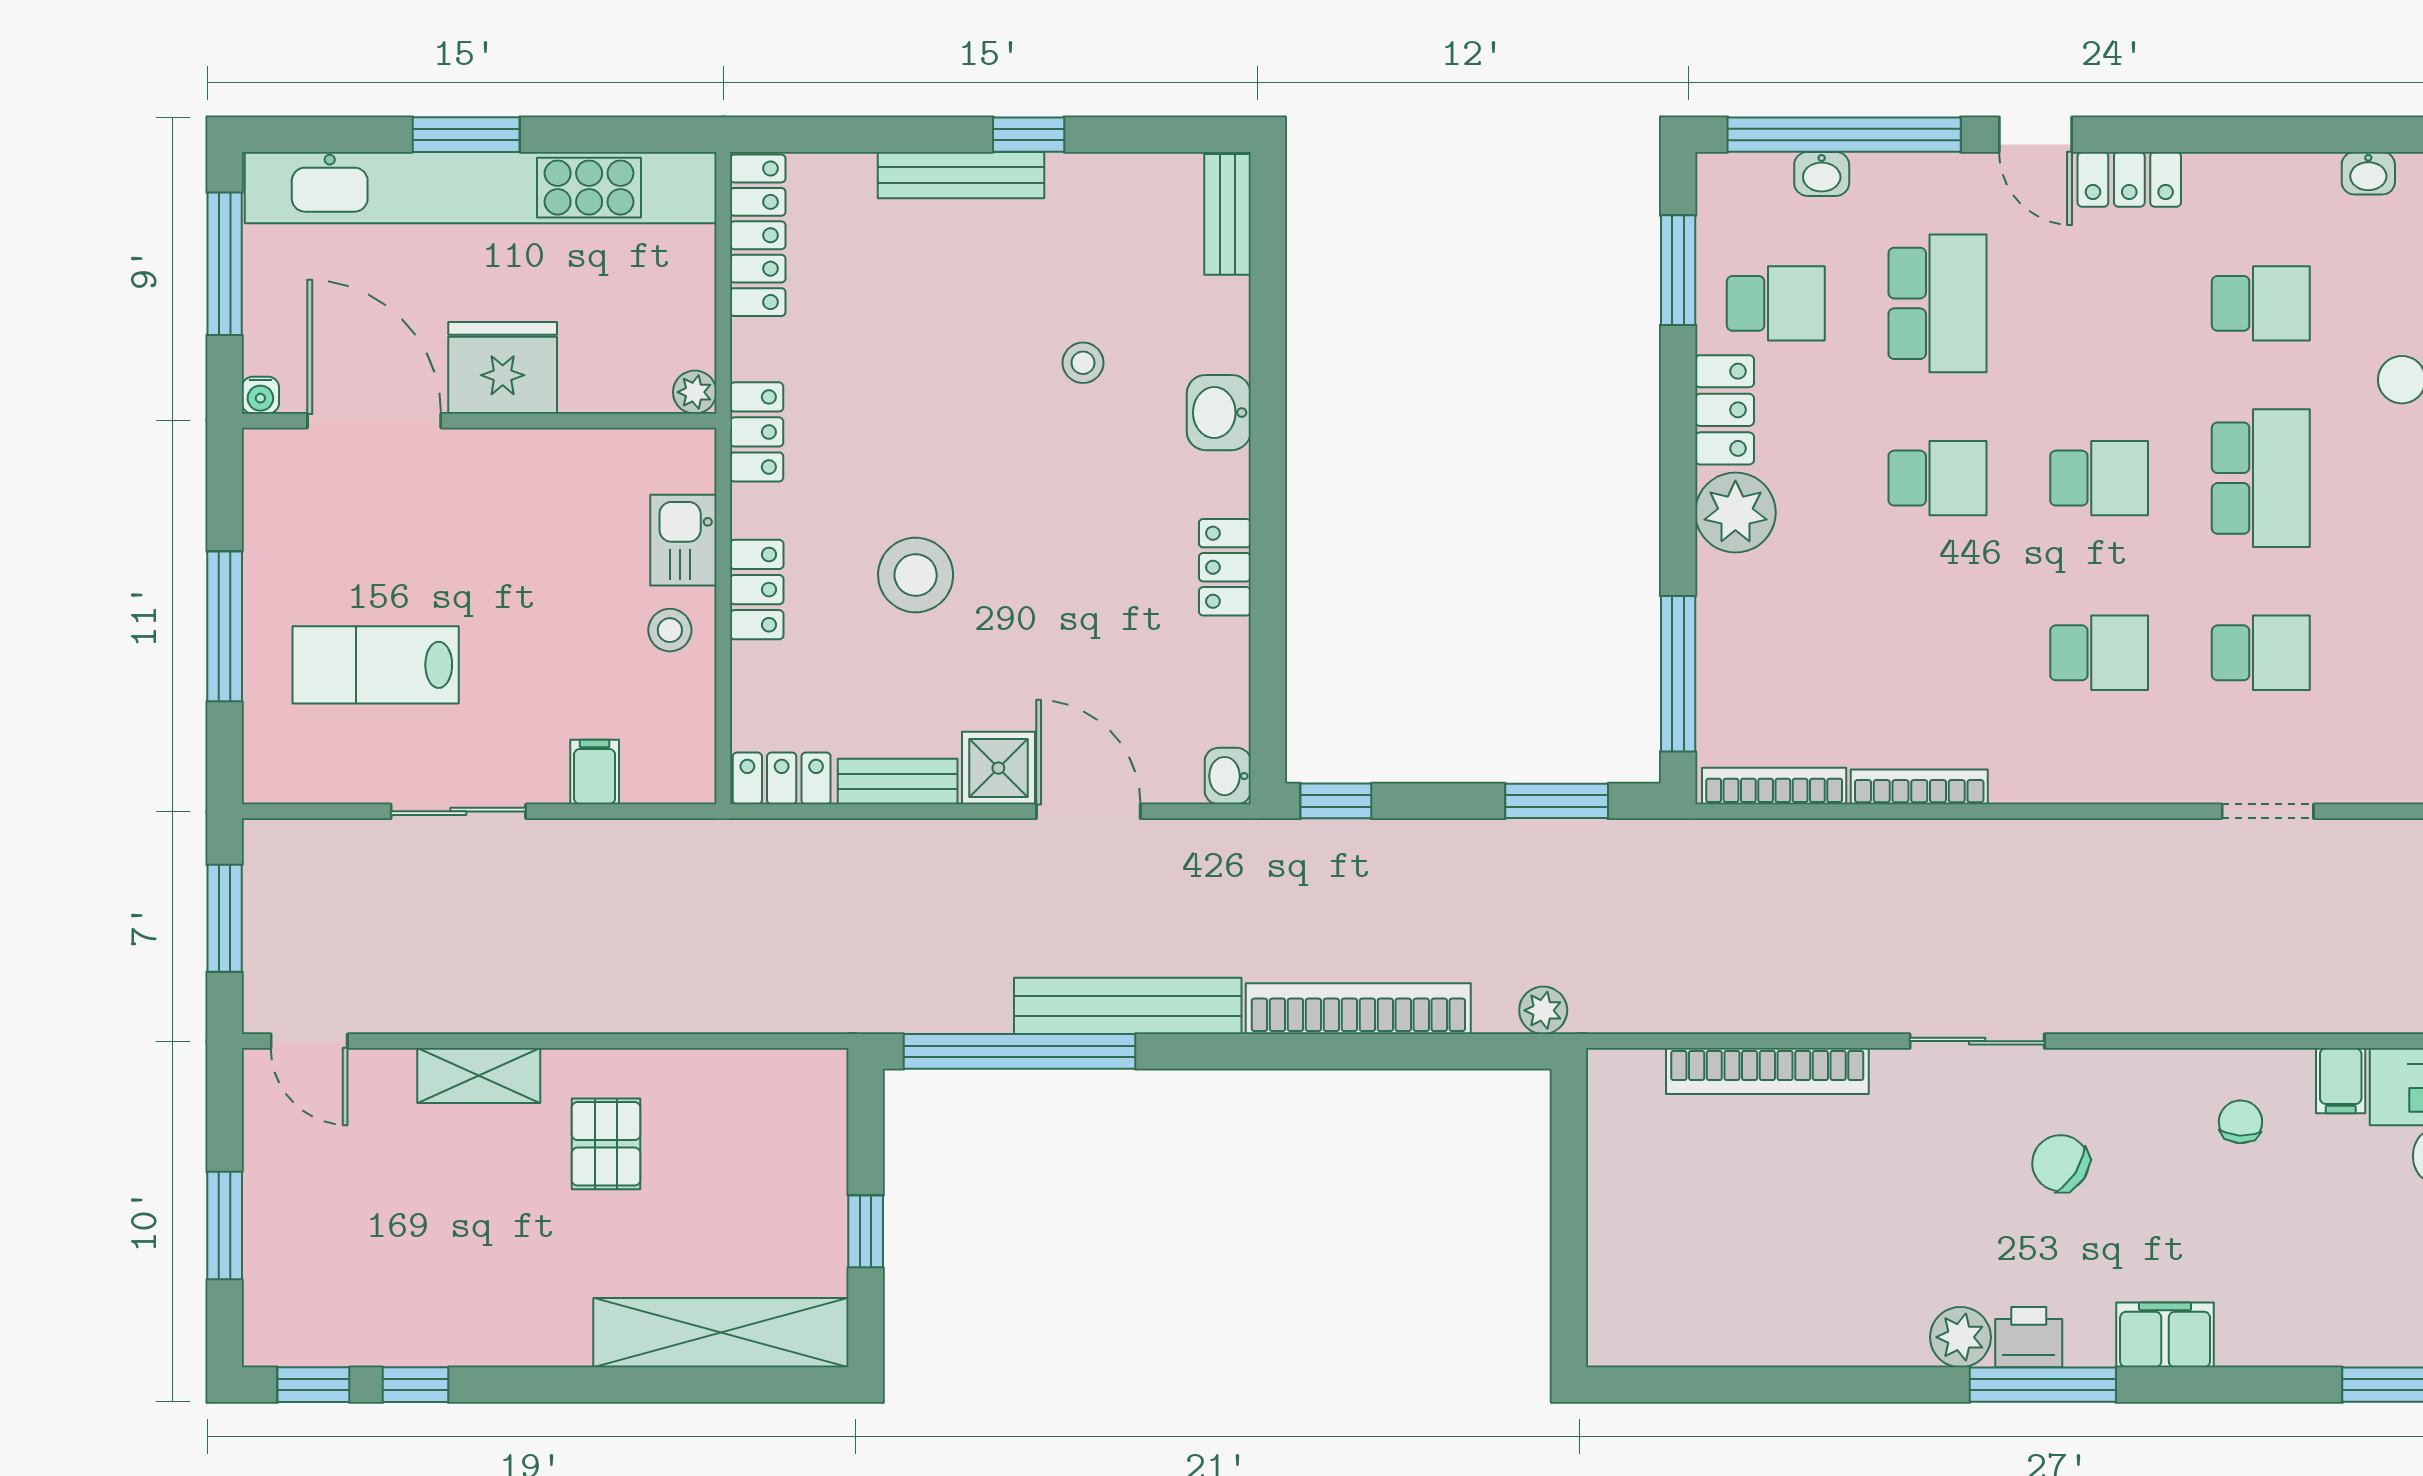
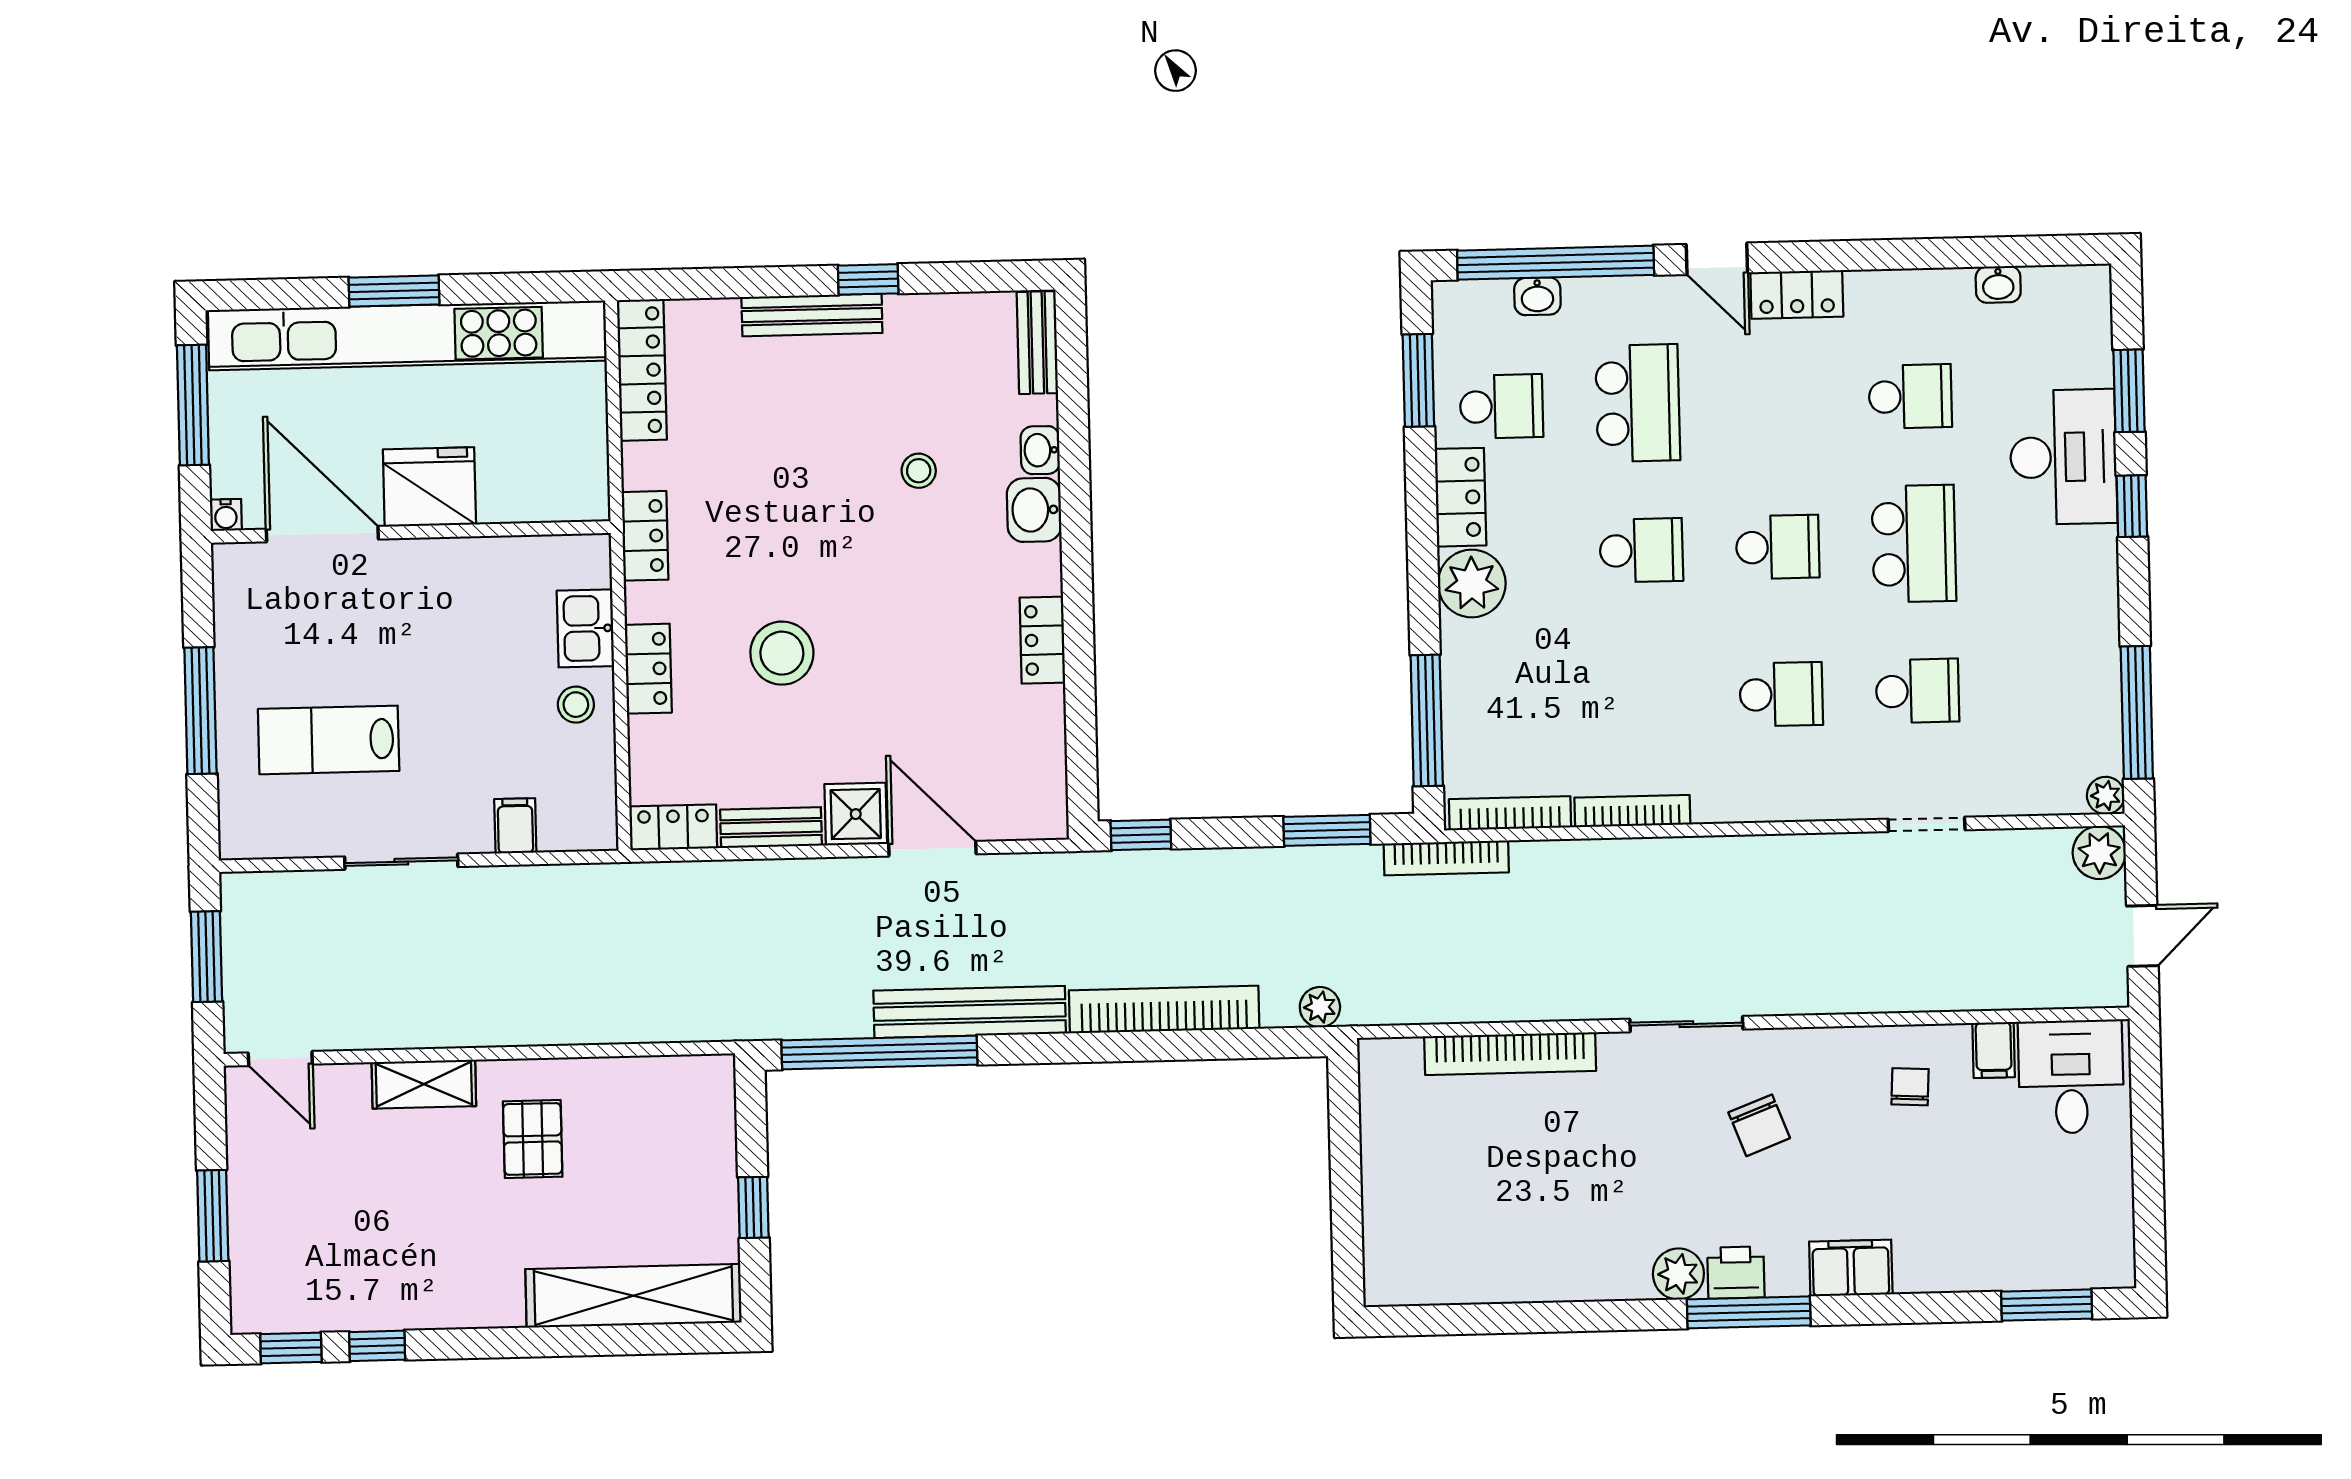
plant: (695, 392) -> (592, 503), removed
washbasin: (1228, 776) -> (1040, 450), moved
bookcase: (1697, 837) -> (1446, 858), added
chair: (2060, 1163) -> (1759, 1125), turned -144

